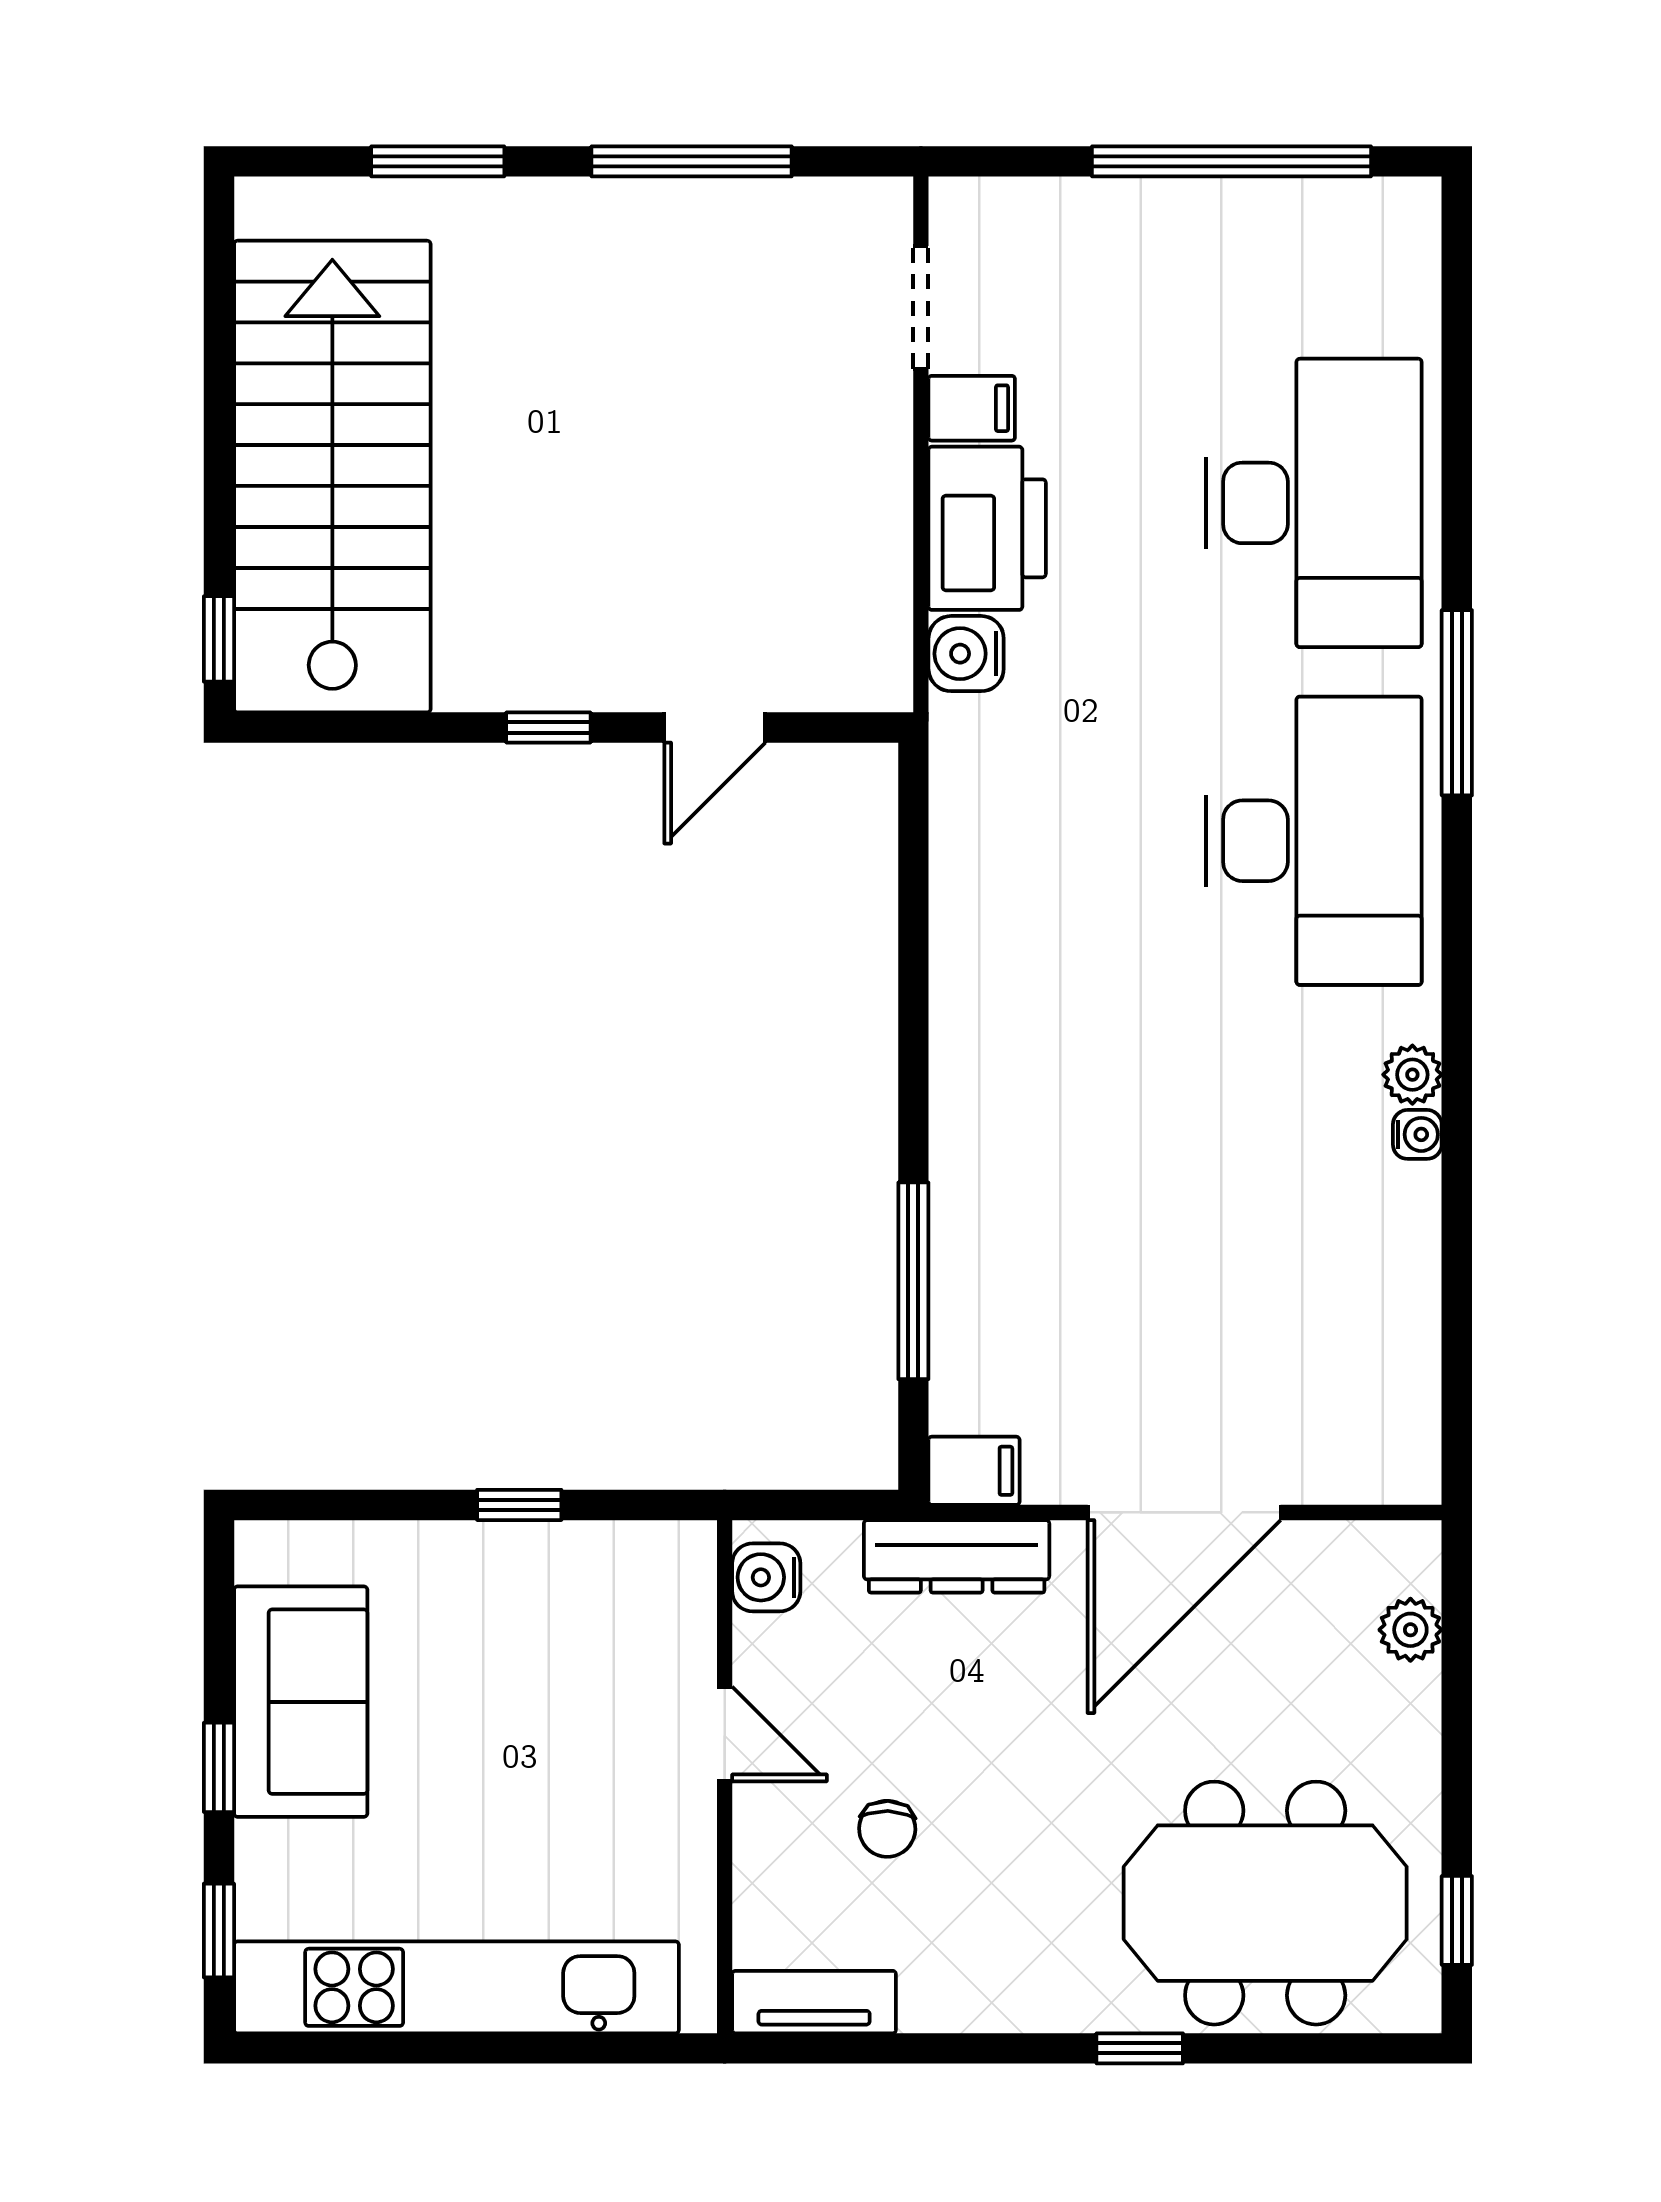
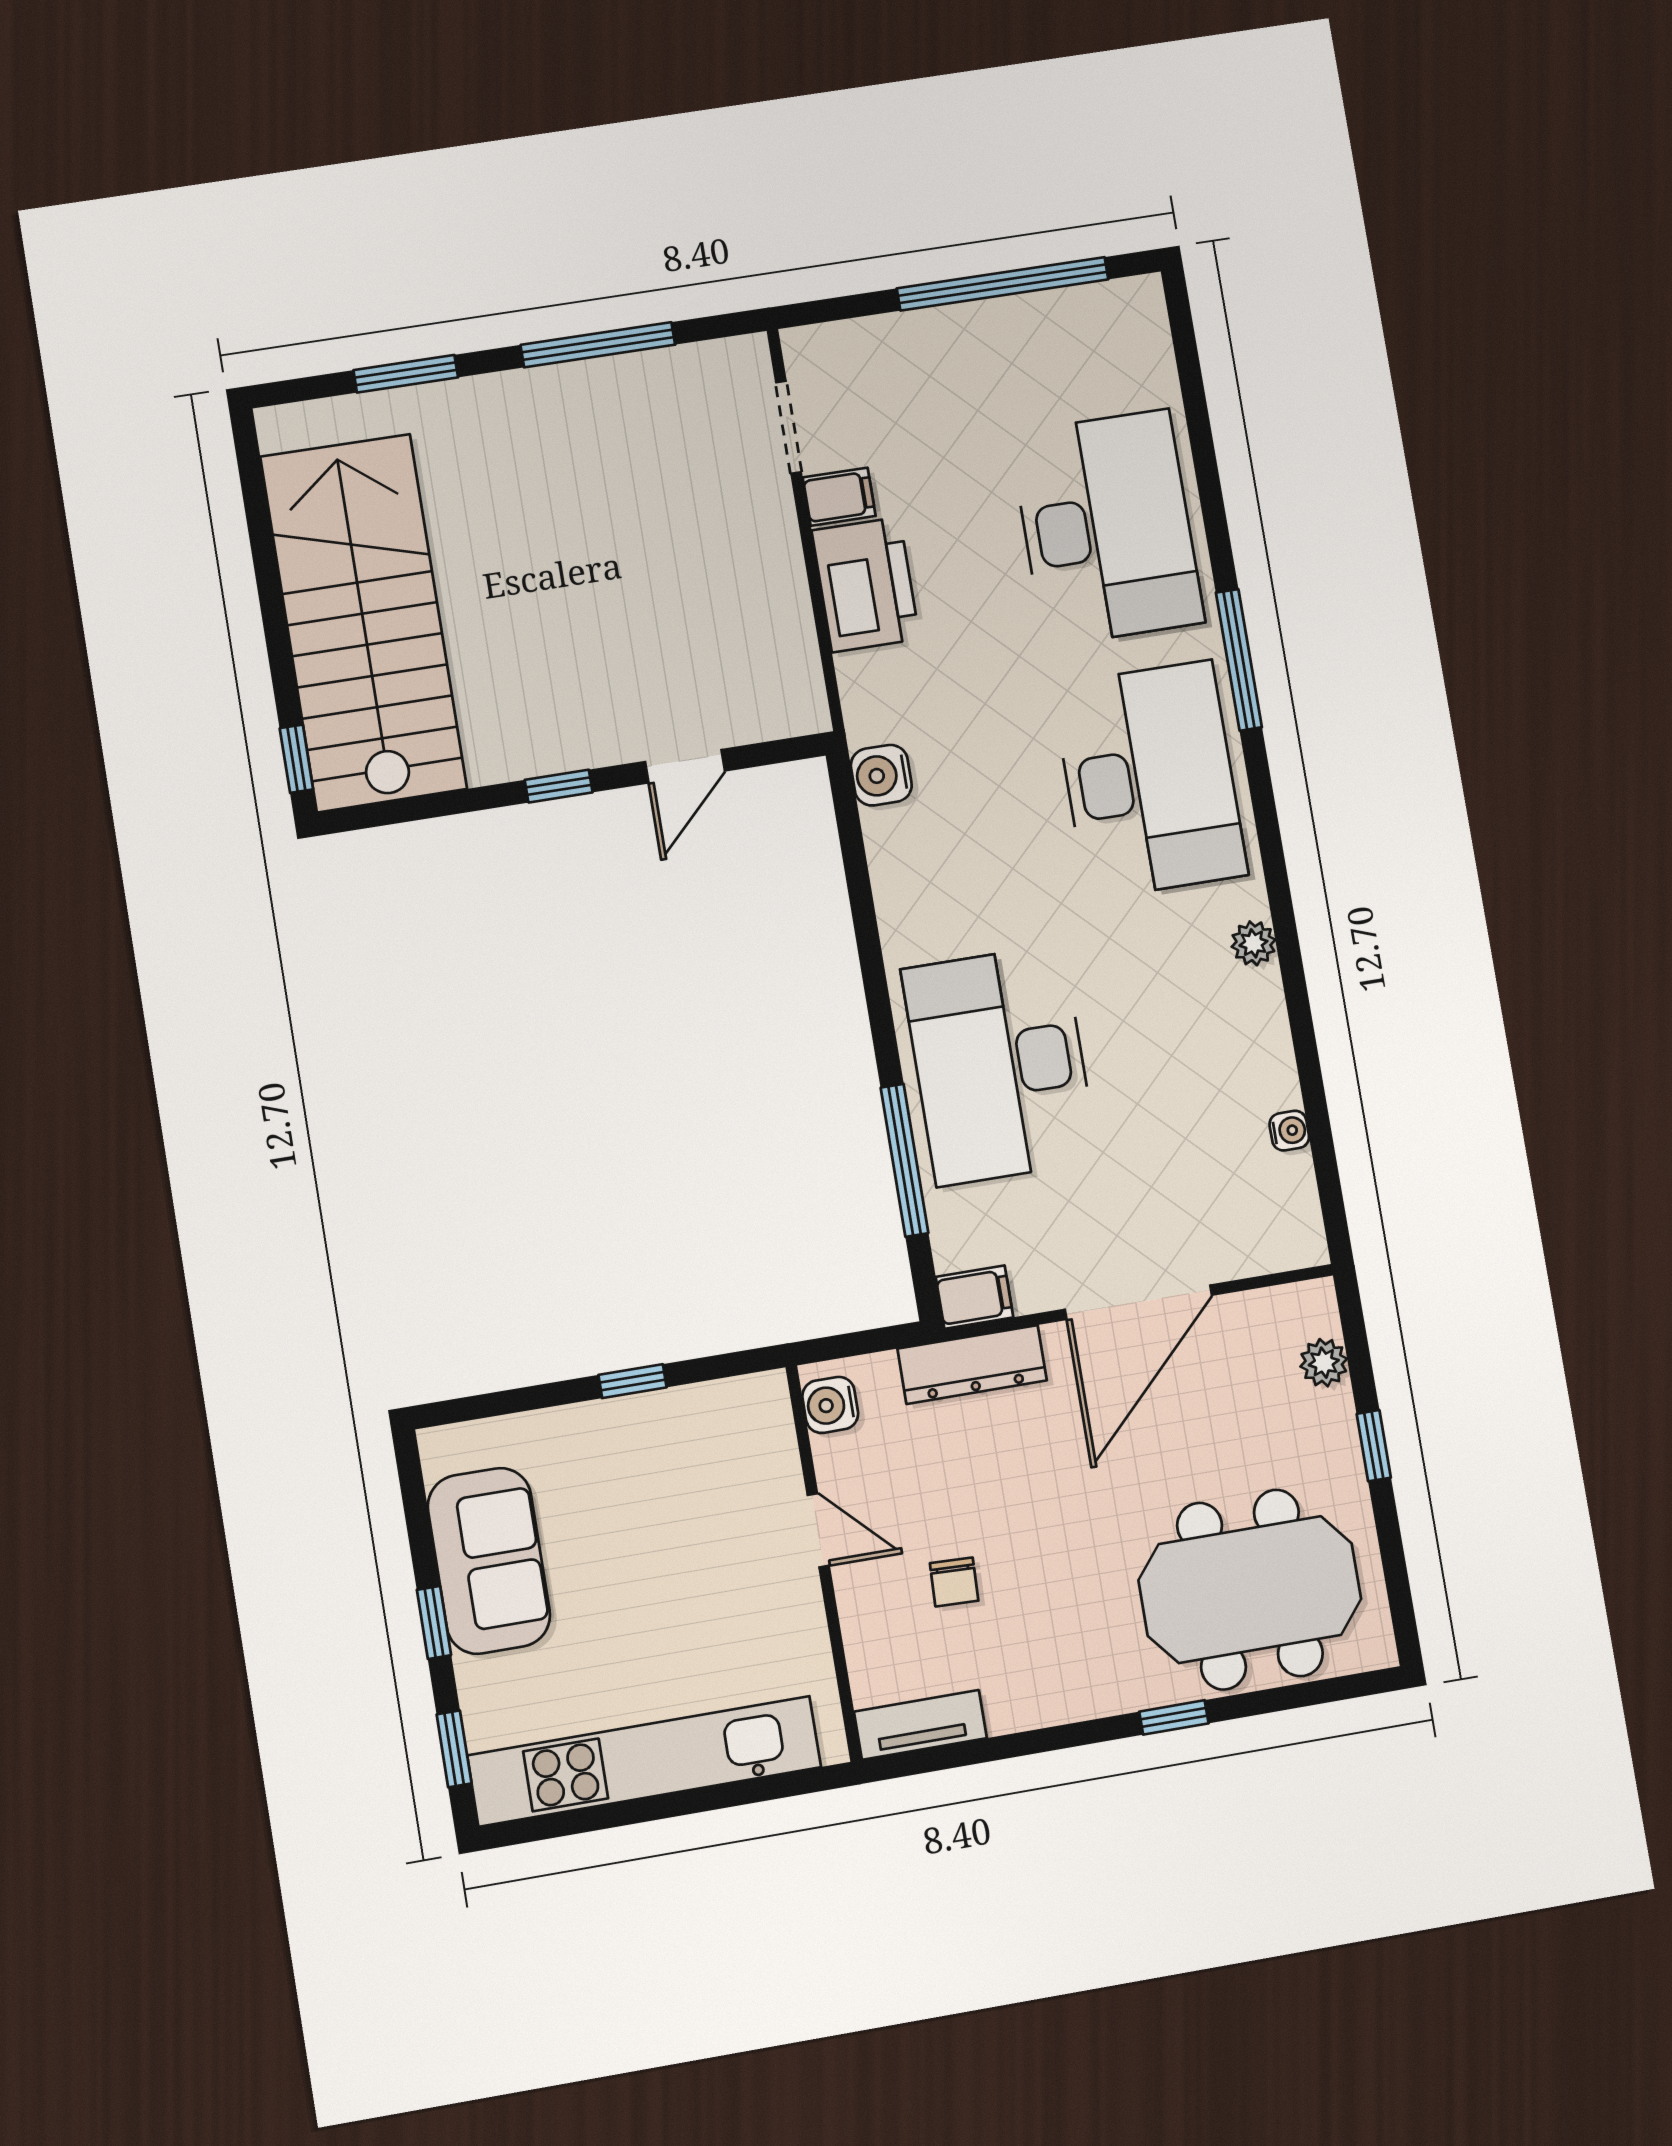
water cooler: (966, 654) -> (881, 775), moved
water cooler: (1417, 1134) -> (1289, 1131), moved
desk: (1057, 1179) -> (1000, 1065), added
window: (1457, 1920) -> (1374, 1446), moved

